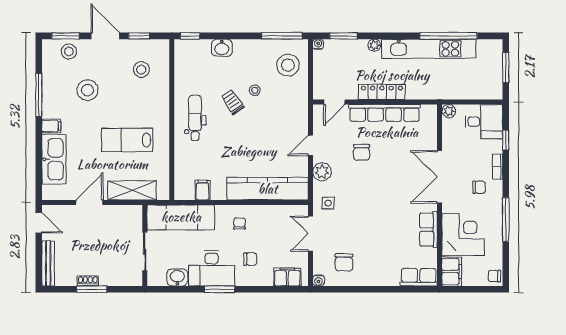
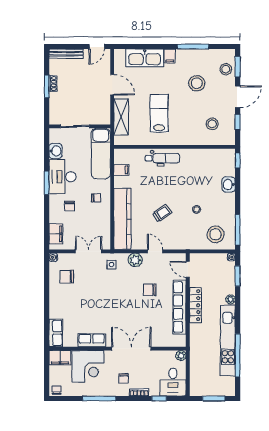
trolley: (233, 102) -> (162, 213), moved
dental chair: (195, 118) -> (162, 158), moved

